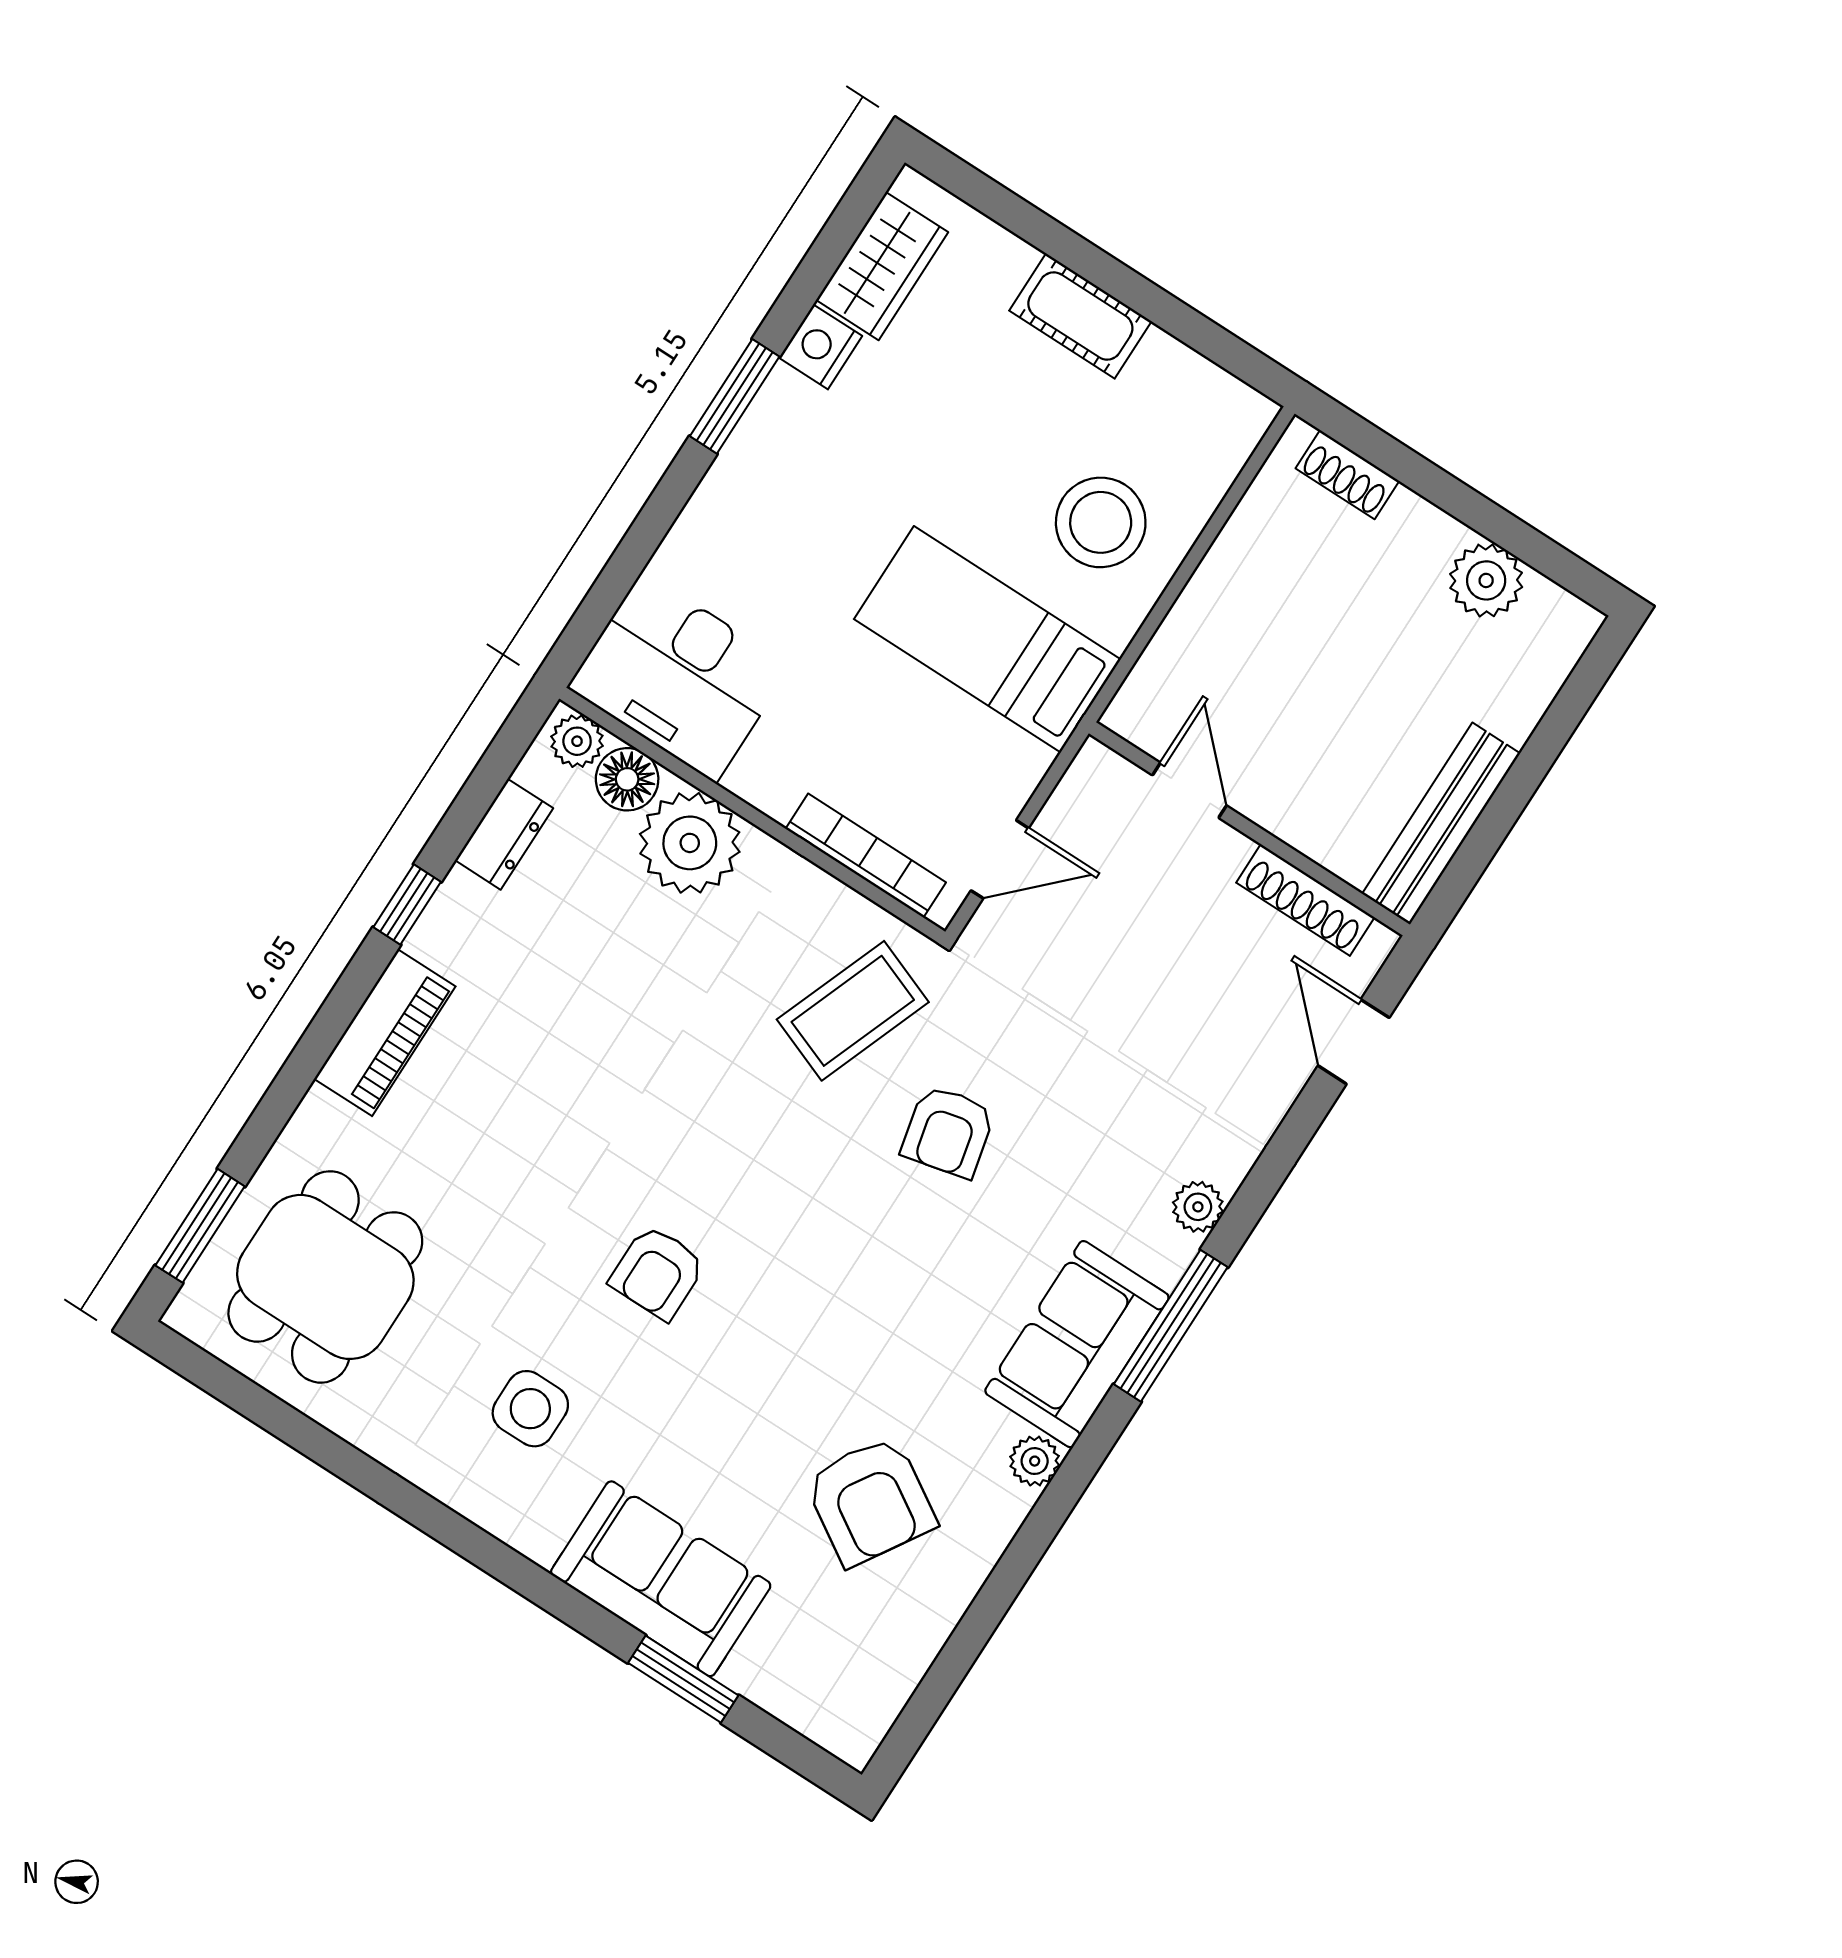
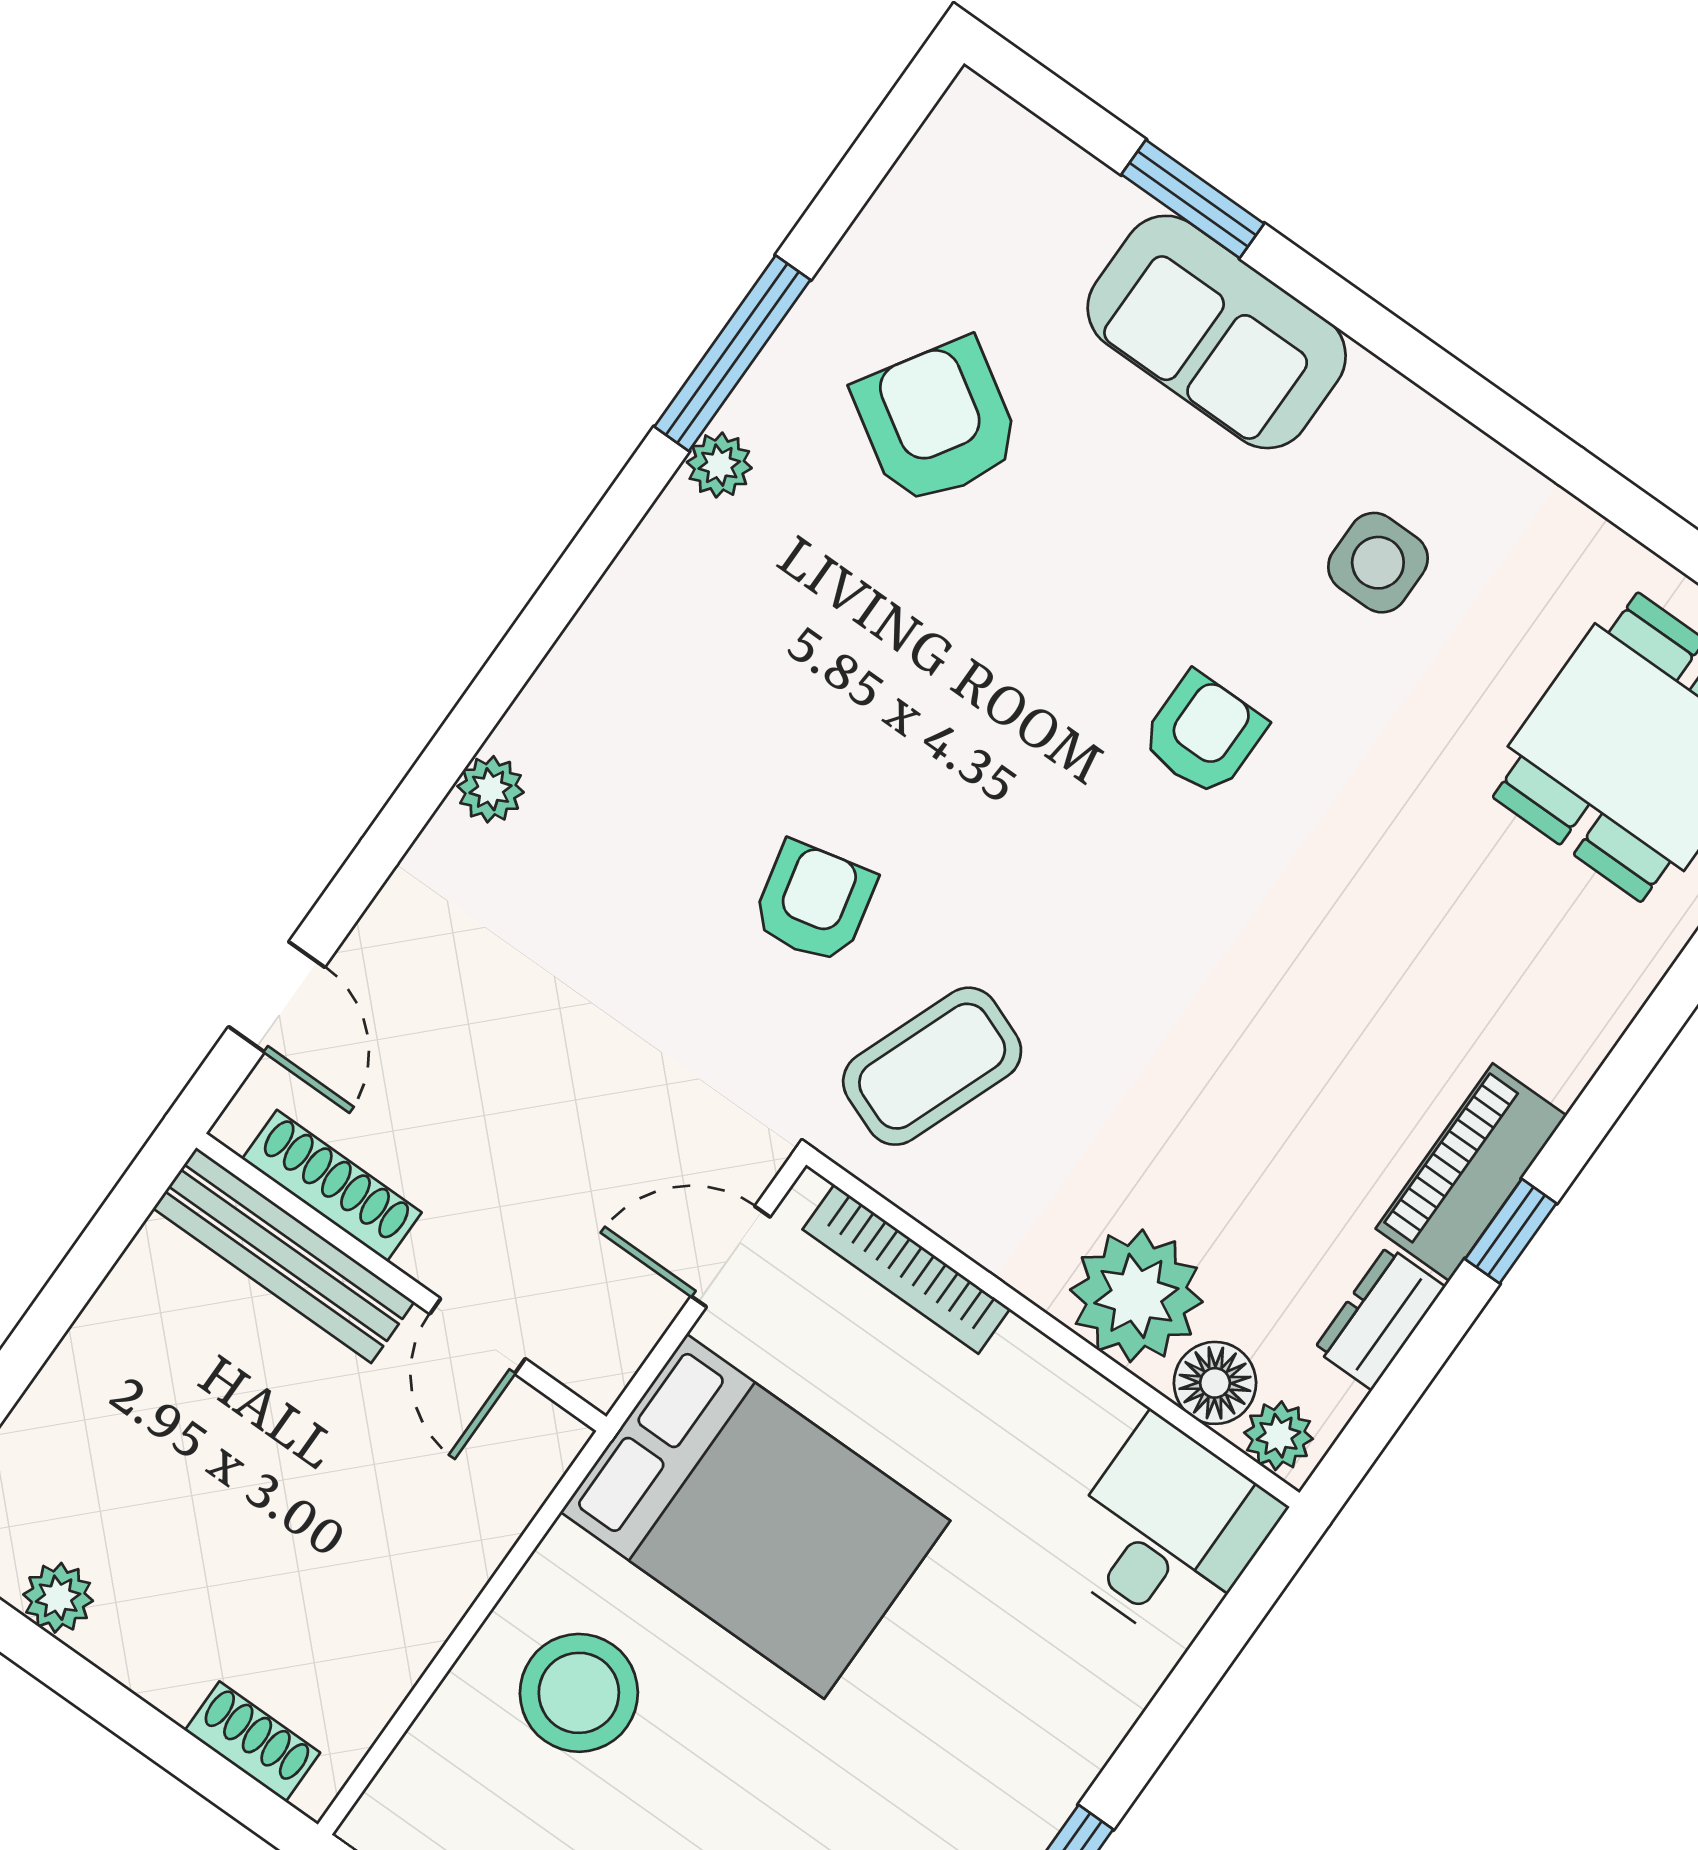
plant: (1486, 580) -> (58, 1598), width x0.73, depth x0.73
bed: (987, 639) -> (755, 1516), width x1.50
desk: (679, 677) -> (1167, 1533), width x0.73
bench: (1441, 824) -> (284, 1255), moved, turned 90
piano: (385, 1033) -> (1471, 1172), moved
window: (1171, 1326) -> (732, 353), moved
sofa: (1077, 1344) -> (657, 616), removed

